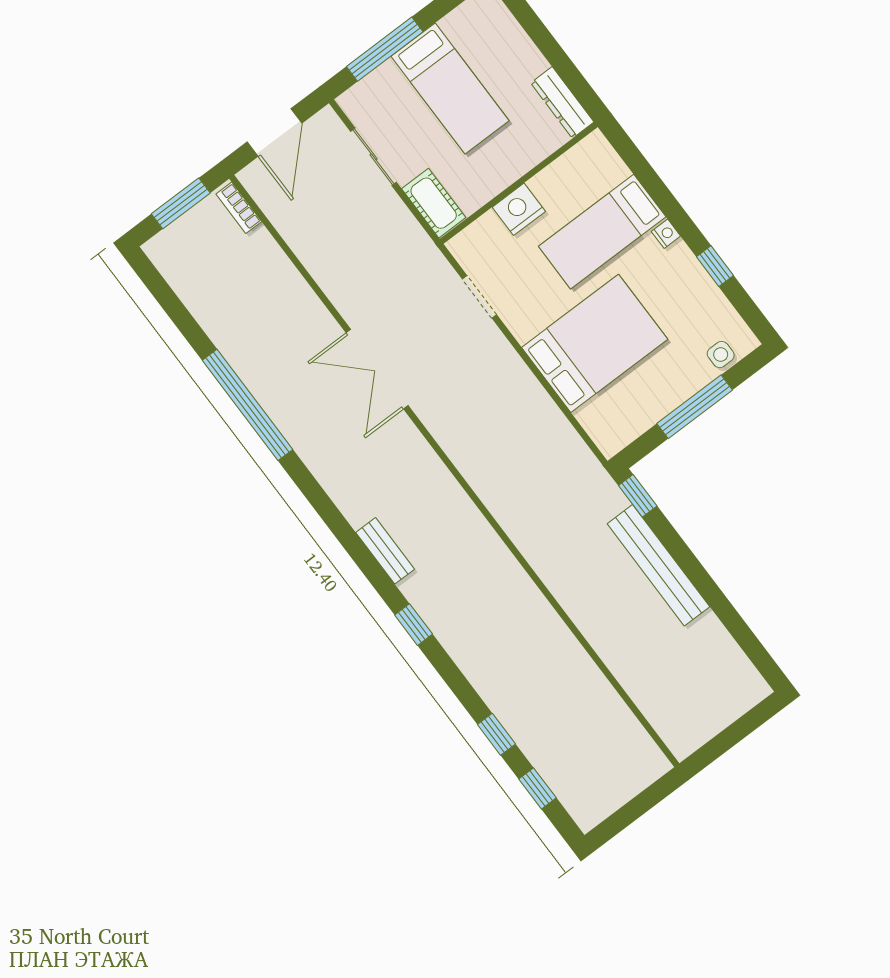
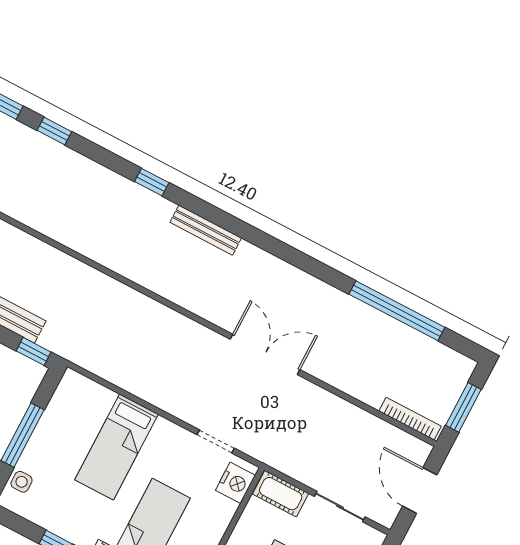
bookcase: (239, 208) -> (410, 419), width x1.56
nightstand: (519, 209) -> (235, 483), moved
bed: (595, 343) -> (117, 447), width x0.67
window: (247, 405) -> (397, 311), moved
bench: (385, 551) -> (206, 230), width x1.36

